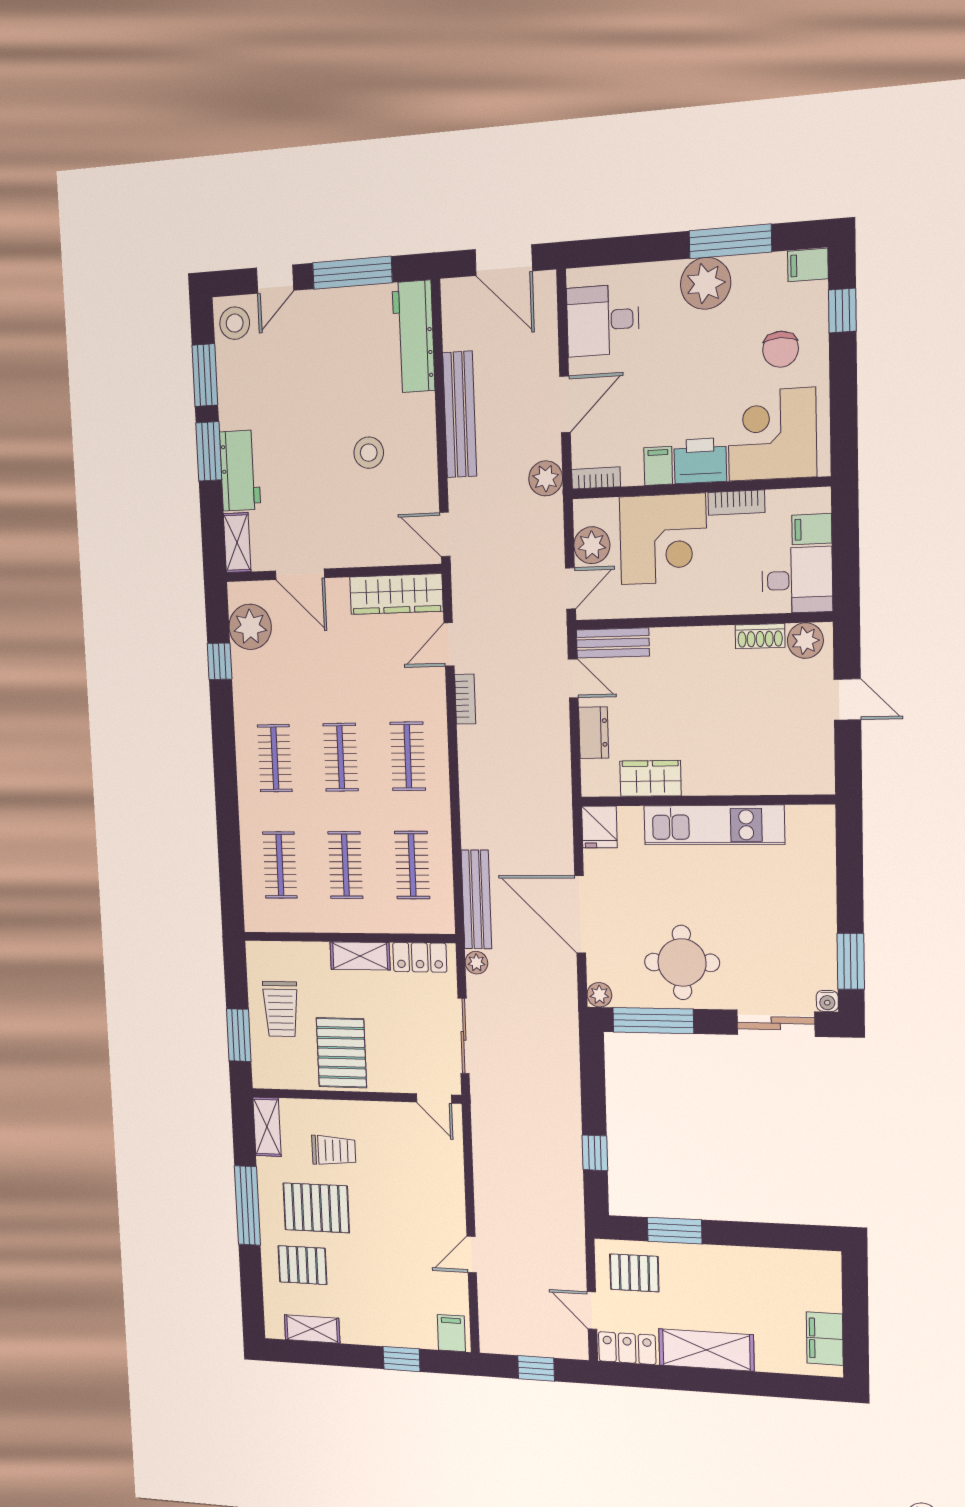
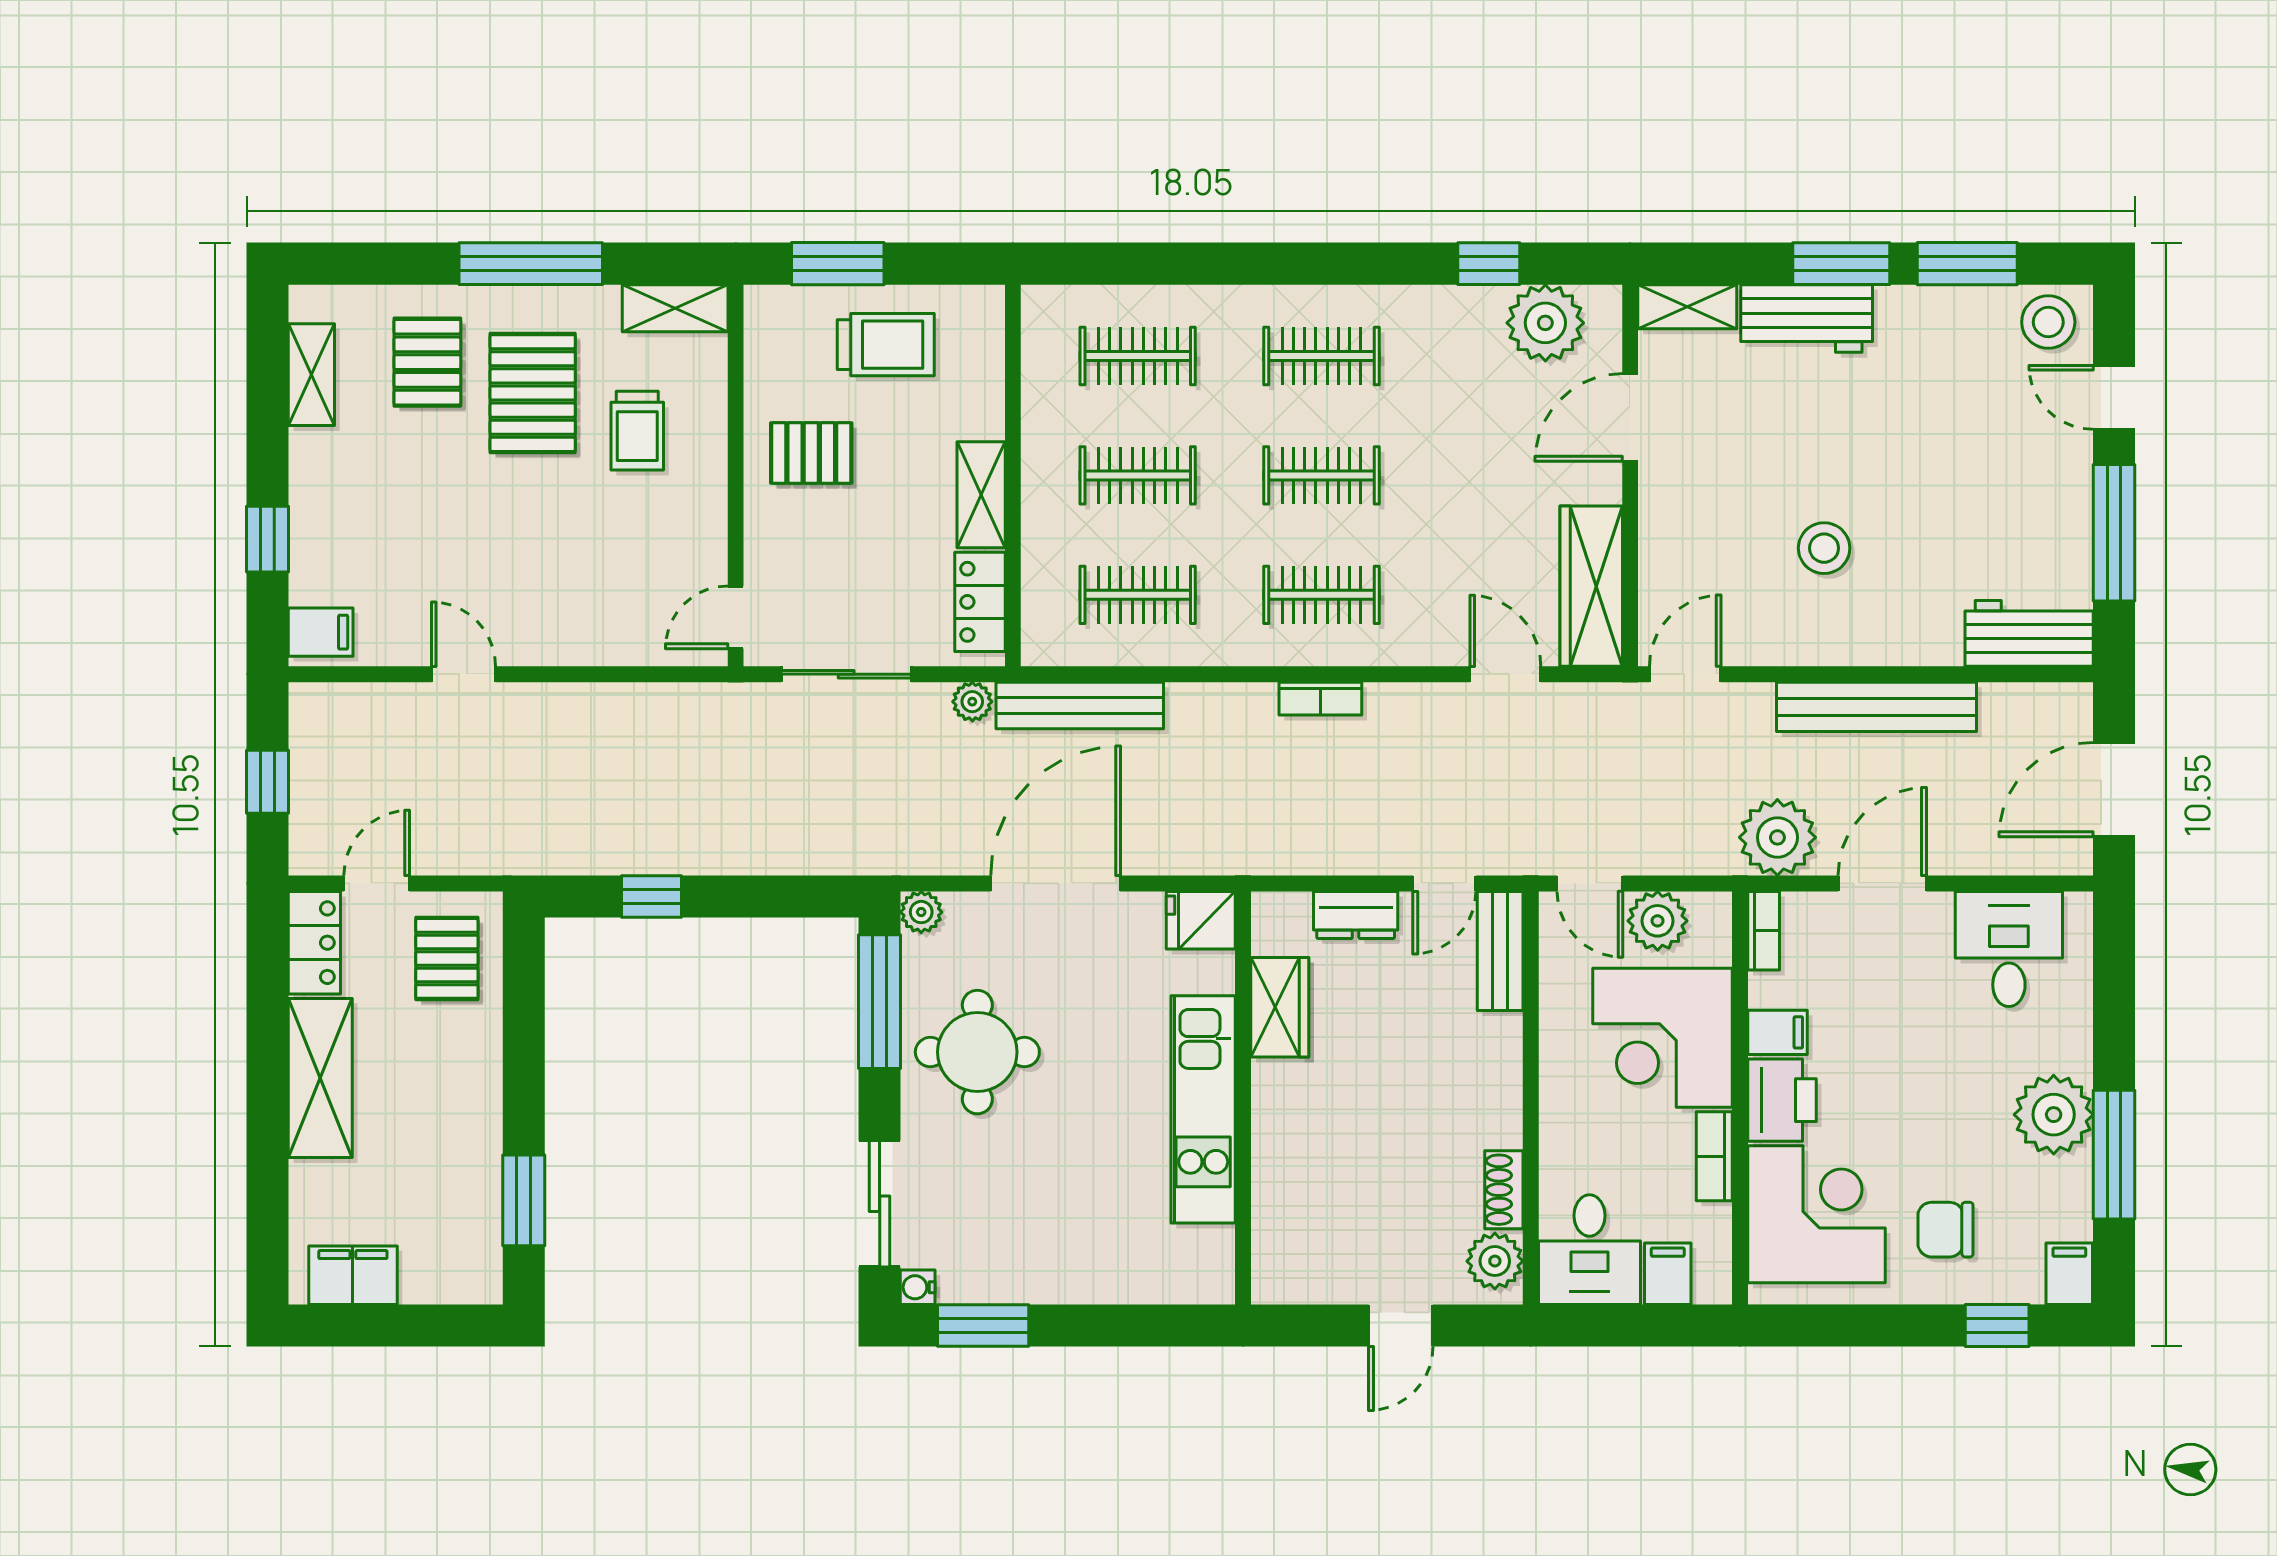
workbench: (413, 337) -> (2029, 633), width x0.73
door: (565, 404) -> (1882, 883), swing flipped
plant: (546, 478) -> (1777, 837), width x1.36, depth x1.36
bookcase: (465, 699) -> (1320, 699), moved
trolley: (281, 1009) -> (886, 345), turned 180
pallet: (341, 1053) -> (811, 453), width x0.67, depth x0.71
window: (675, 1231) -> (524, 1200), moved

